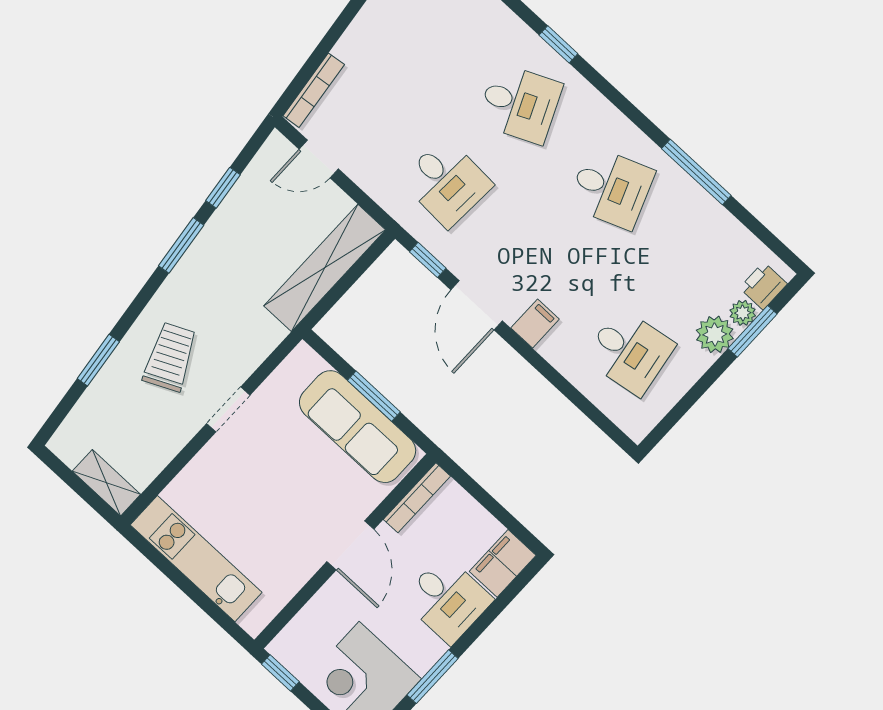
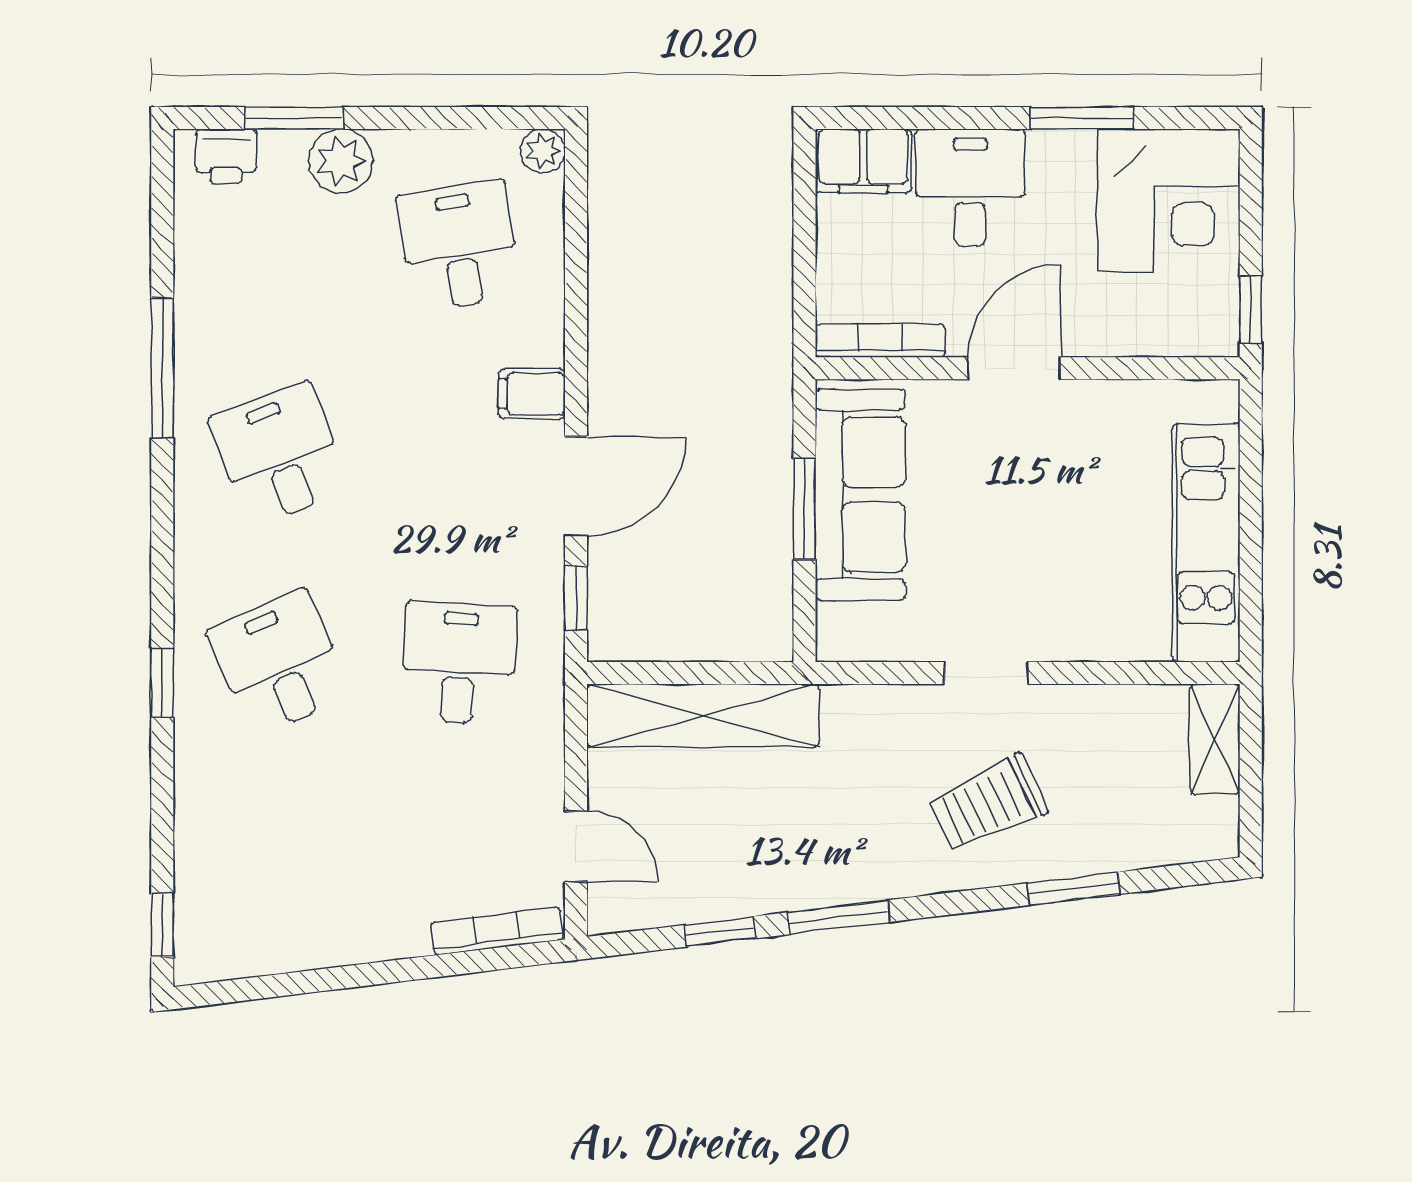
plant: (743, 313) -> (543, 151), moved

